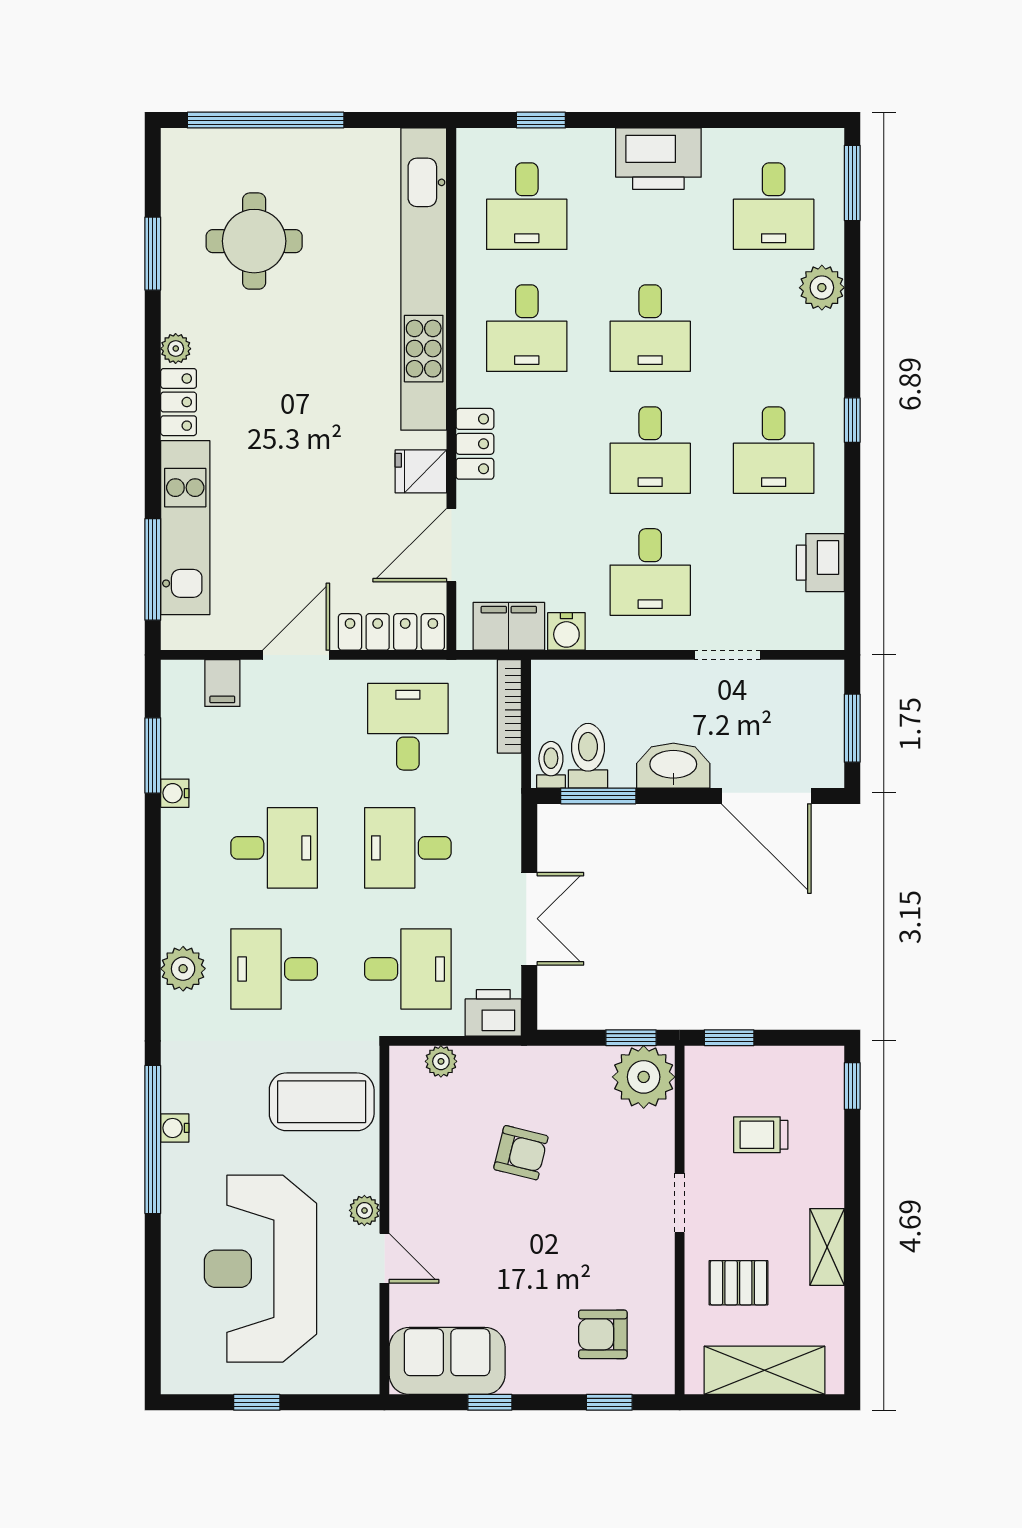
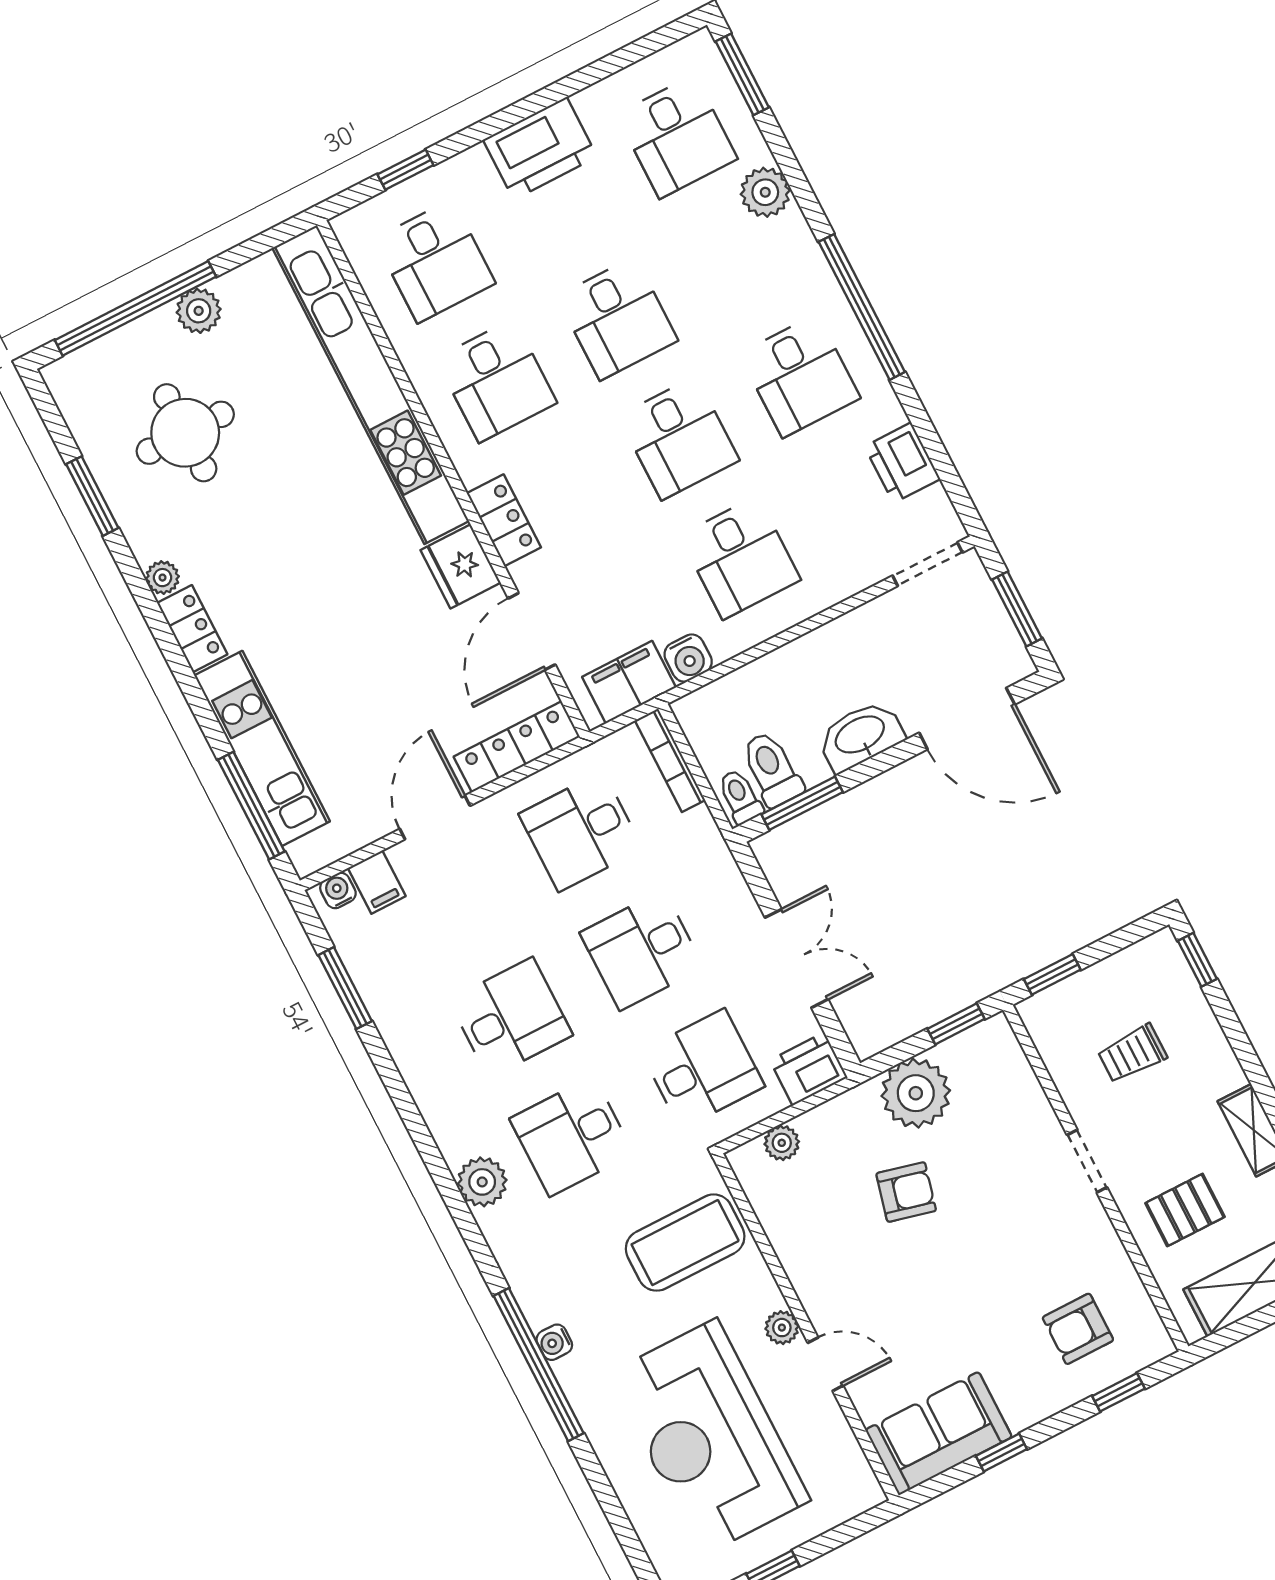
plant: (315, 148) -> (199, 311), added
window: (852, 420) -> (862, 307), width x3.17
fridge: (421, 471) -> (461, 566), width x1.38
doorway: (727, 655) -> (928, 564), moved
desk: (408, 727) -> (581, 831), turned -90
water cooler: (175, 793) -> (338, 890), moved, turned 90
plant: (644, 1077) -> (916, 1093), moved

